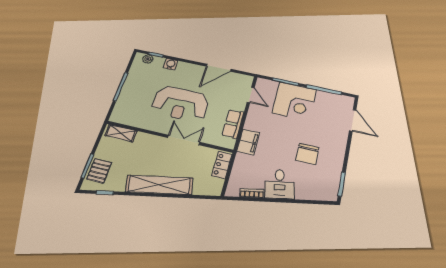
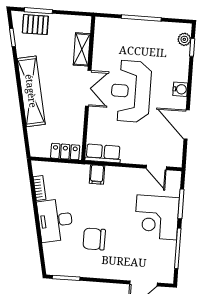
water cooler: (171, 64) -> (180, 89), moved
door: (251, 95) -> (156, 168), hinge flipped
row of seats: (233, 124) -> (103, 153), moved
shelving: (121, 133) -> (82, 49), moved
double door: (184, 140) -> (88, 88), moved
filing cabinet: (248, 142) -> (97, 175), width x0.50
desk: (280, 184) -> (55, 220), width x1.37

